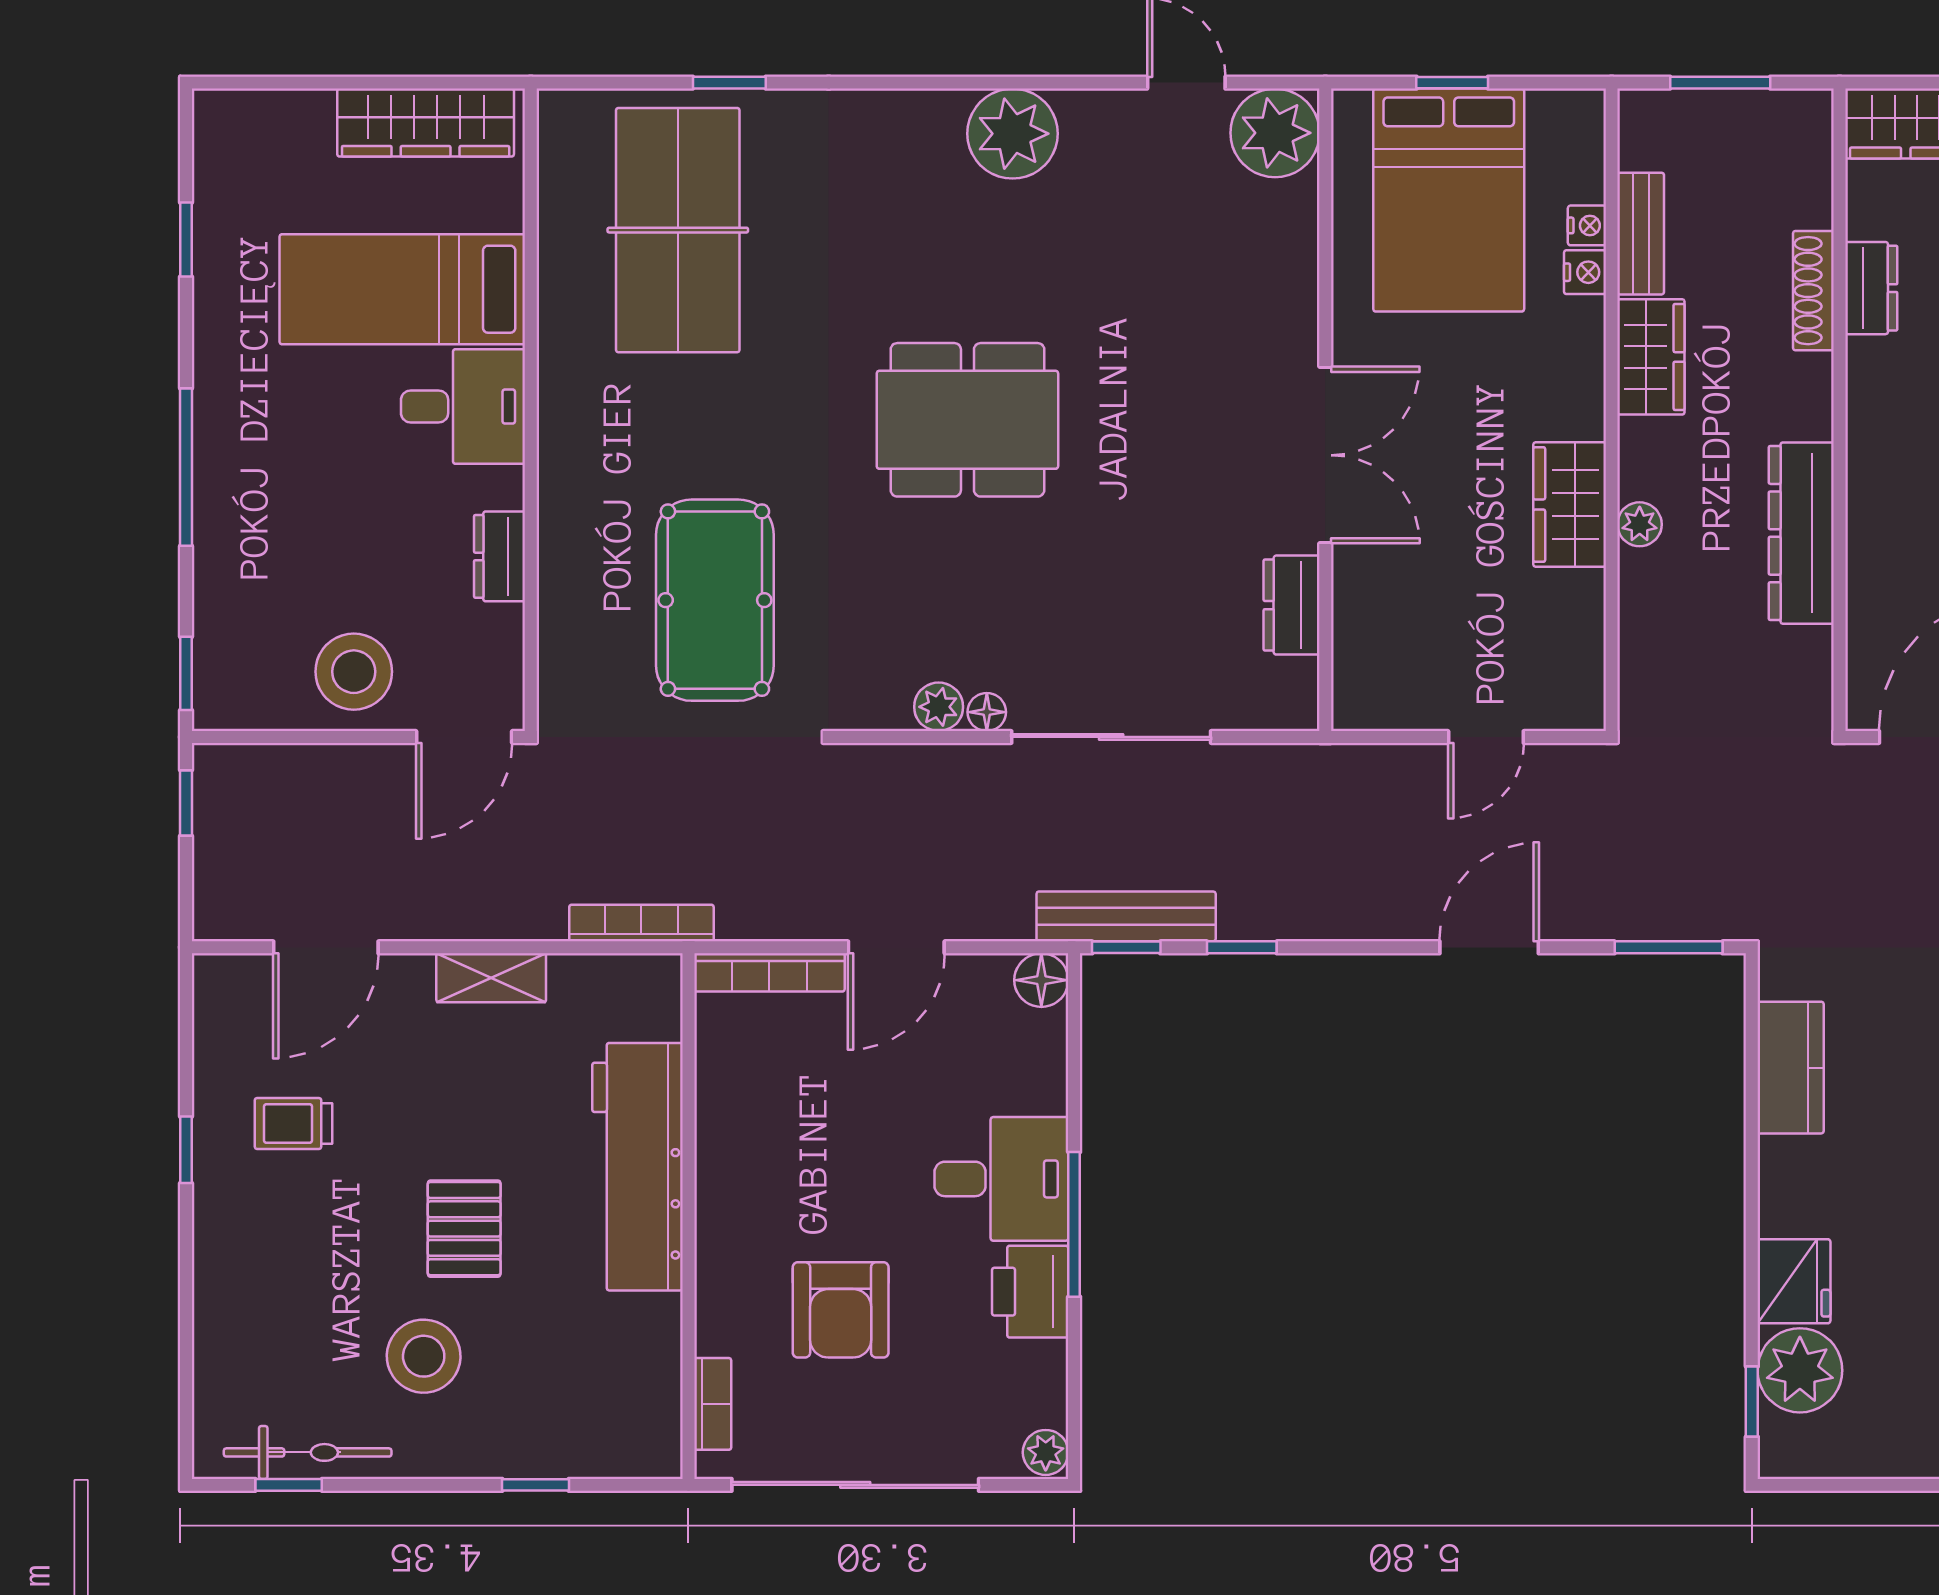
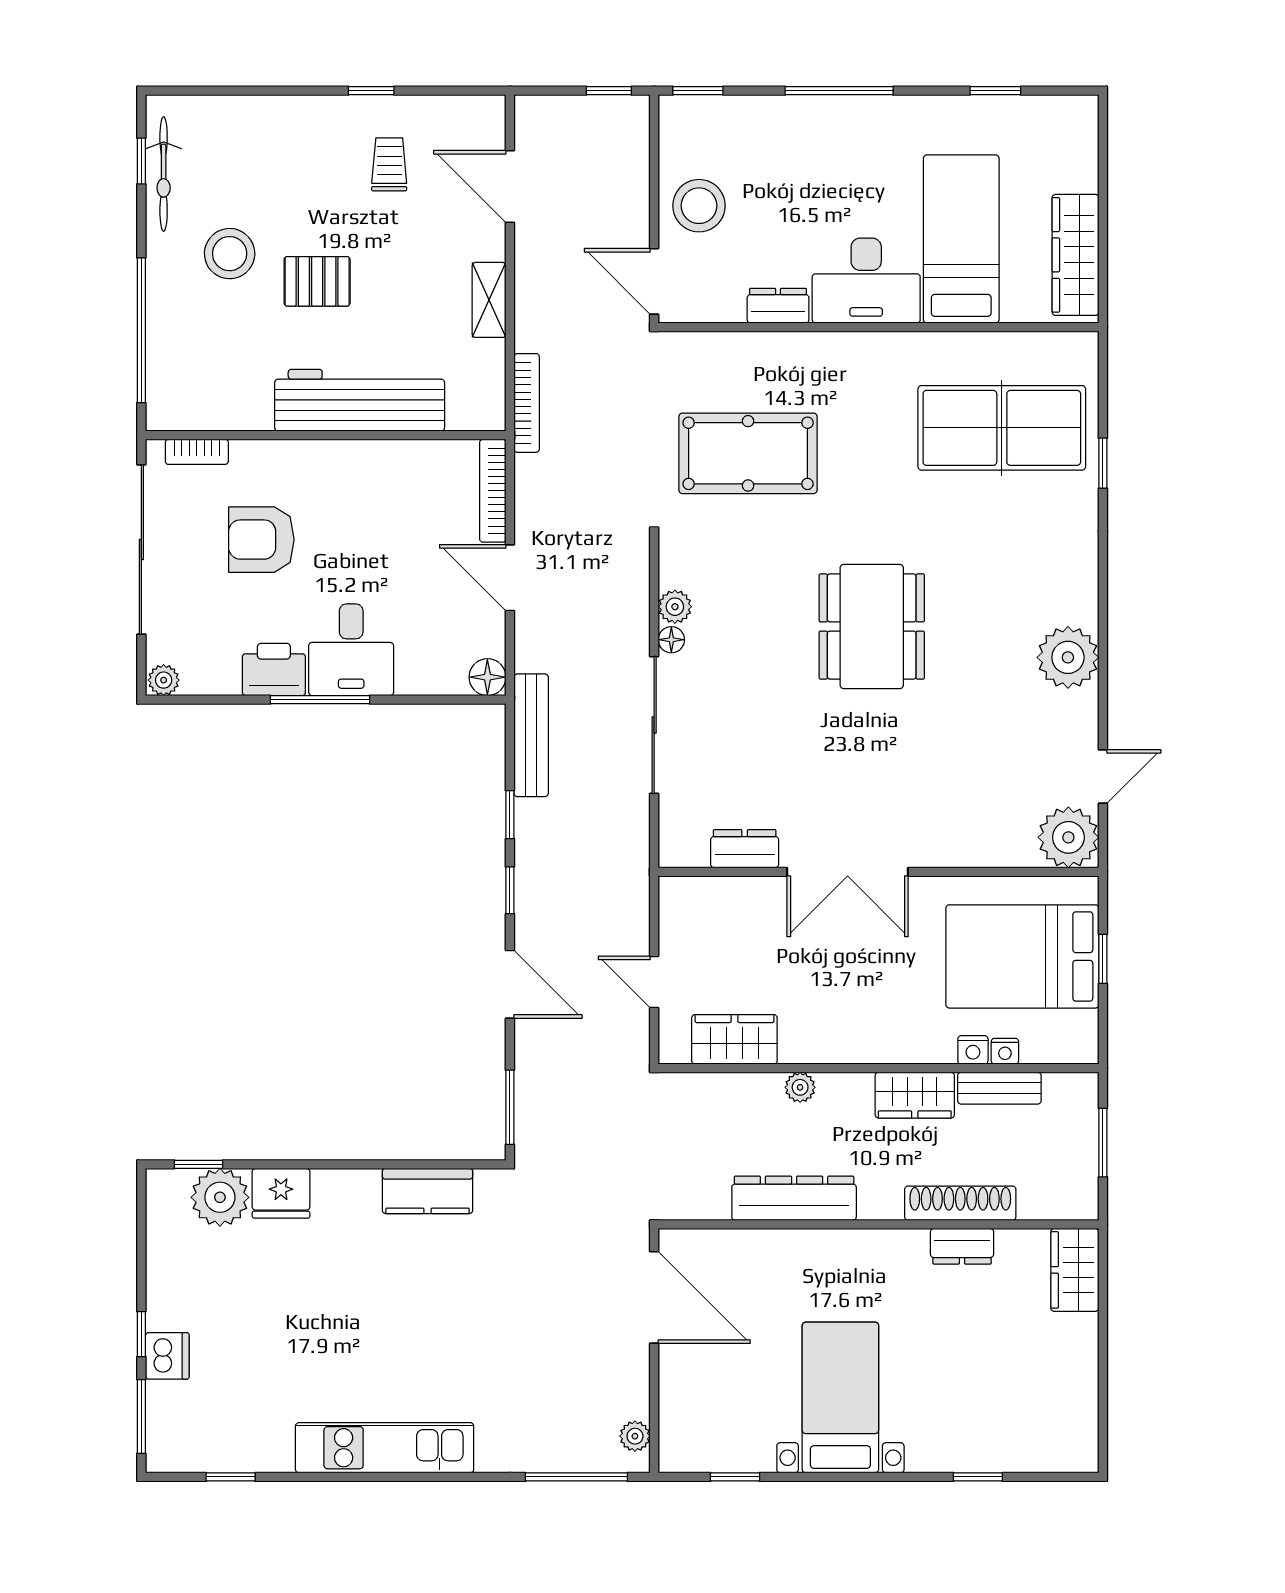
shoe rack: (1813, 291) -> (960, 1203), width x1.36, depth x1.24
desk: (463, 406) -> (866, 281), width x1.37
wardrobe: (1570, 504) -> (734, 1039), moved
window: (1126, 947) -> (510, 890), moved
window: (535, 1485) -> (141, 330), width x3.17

